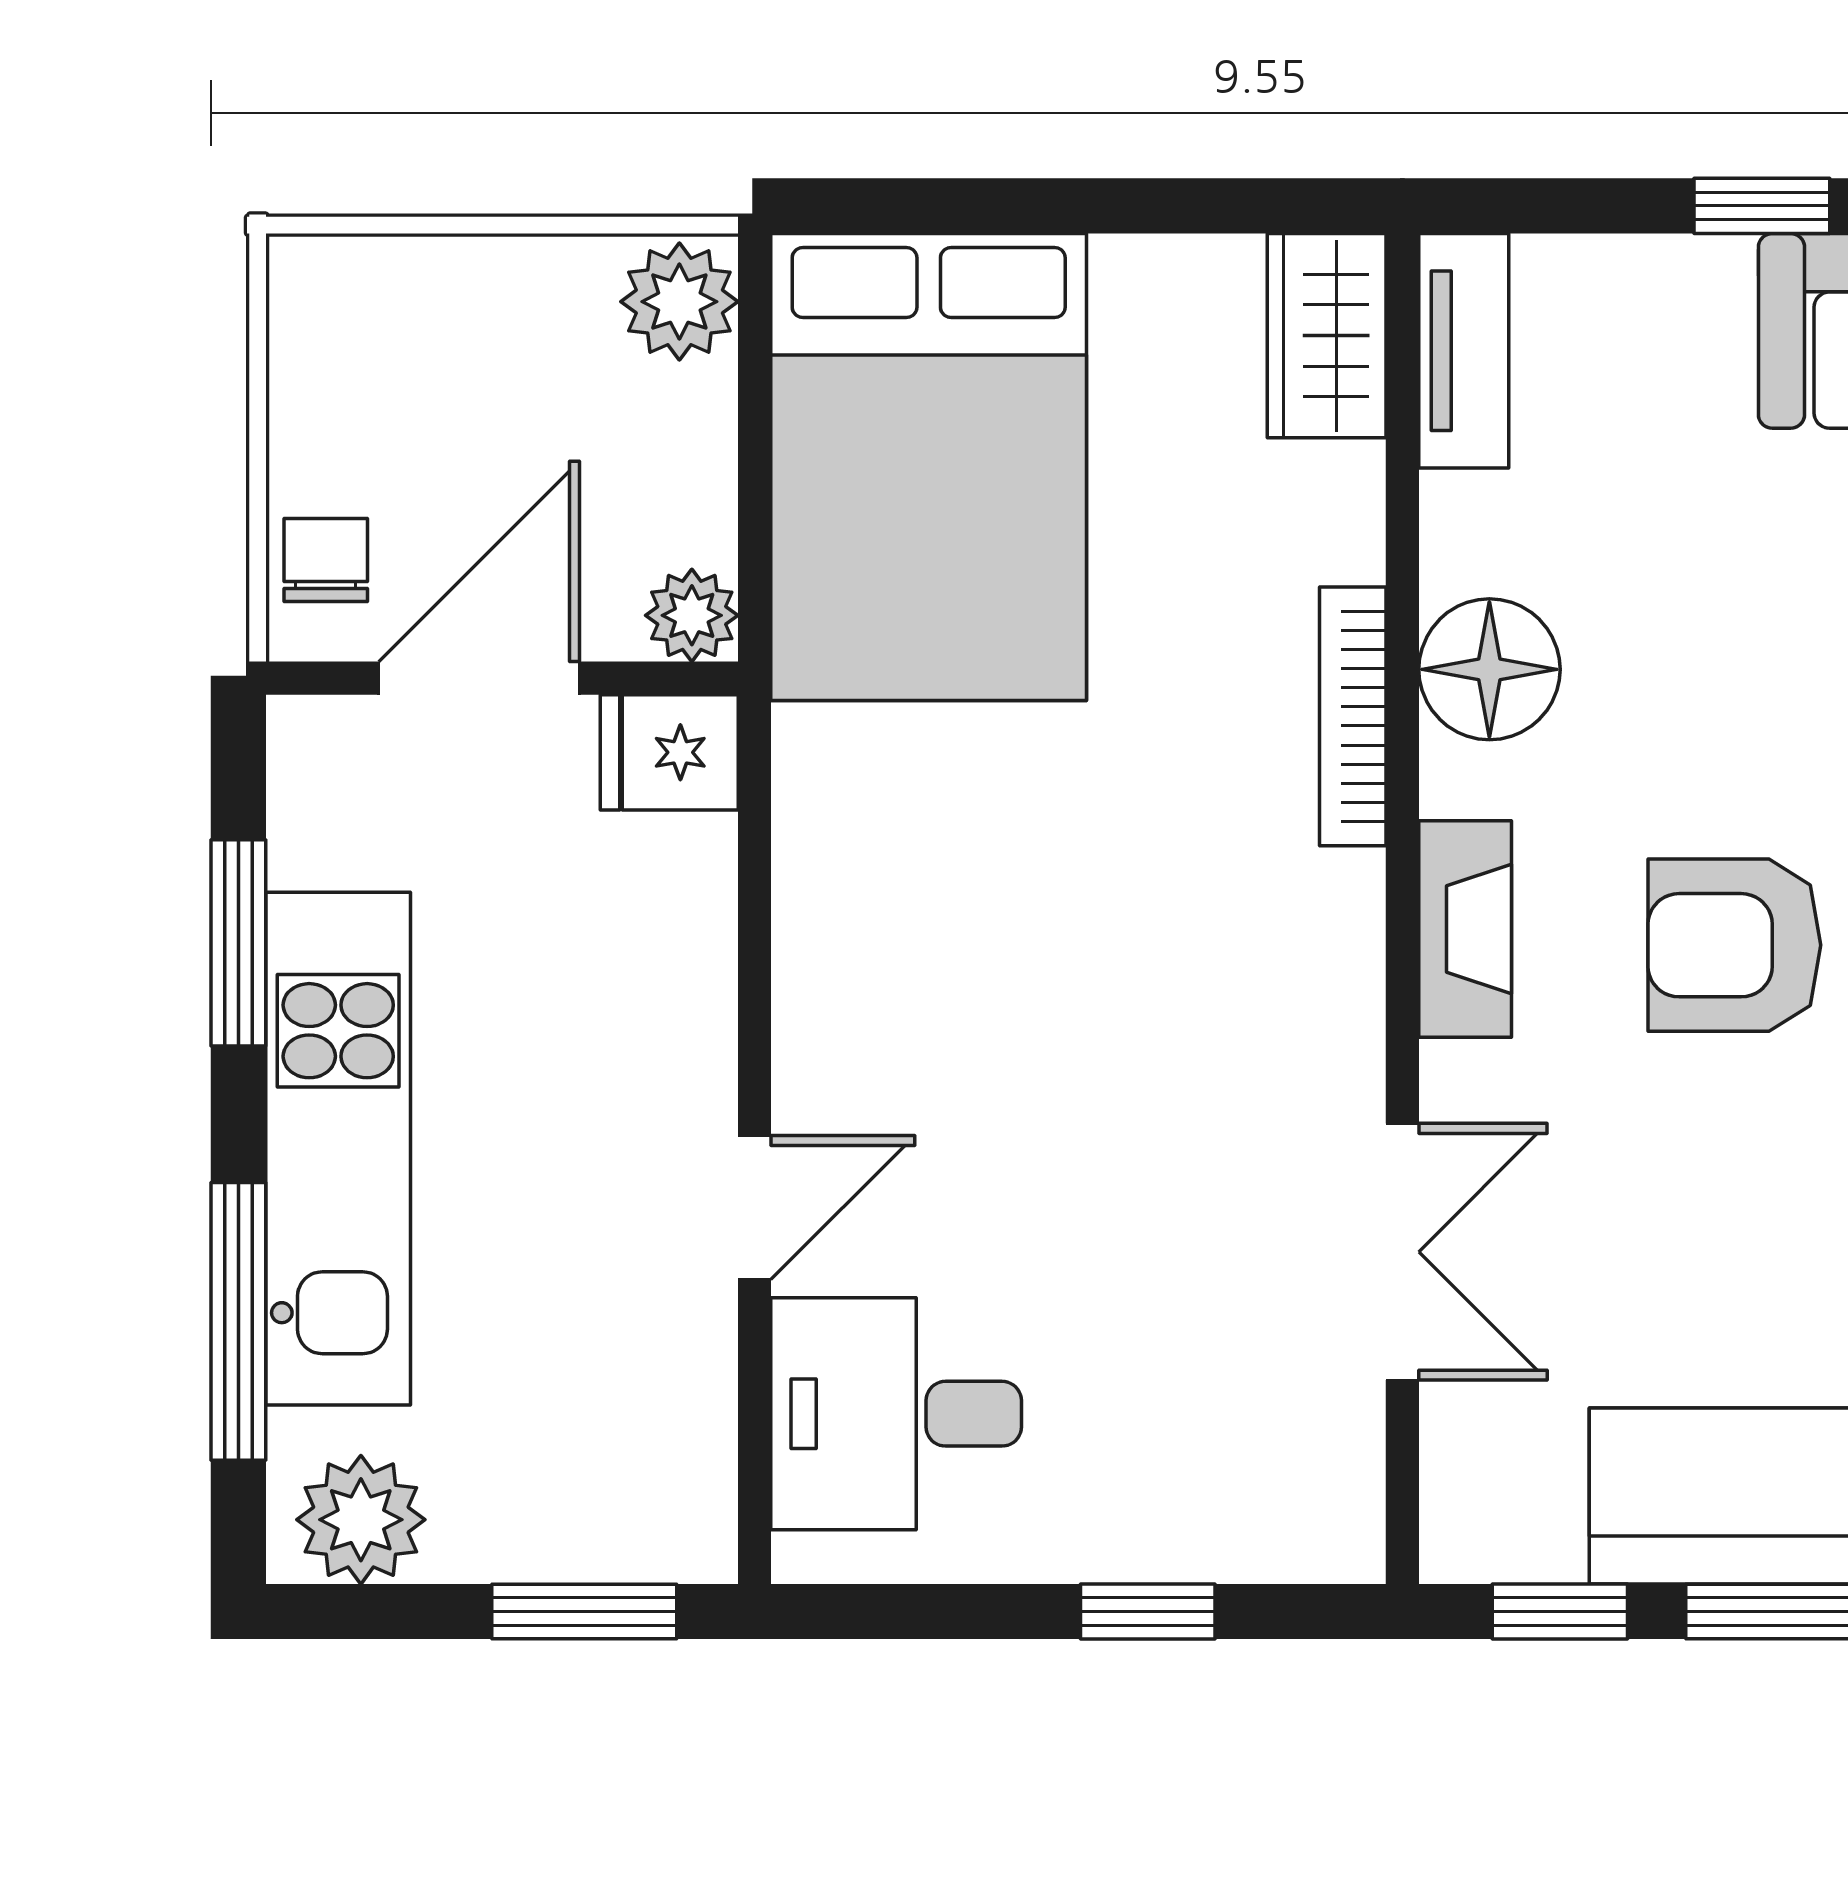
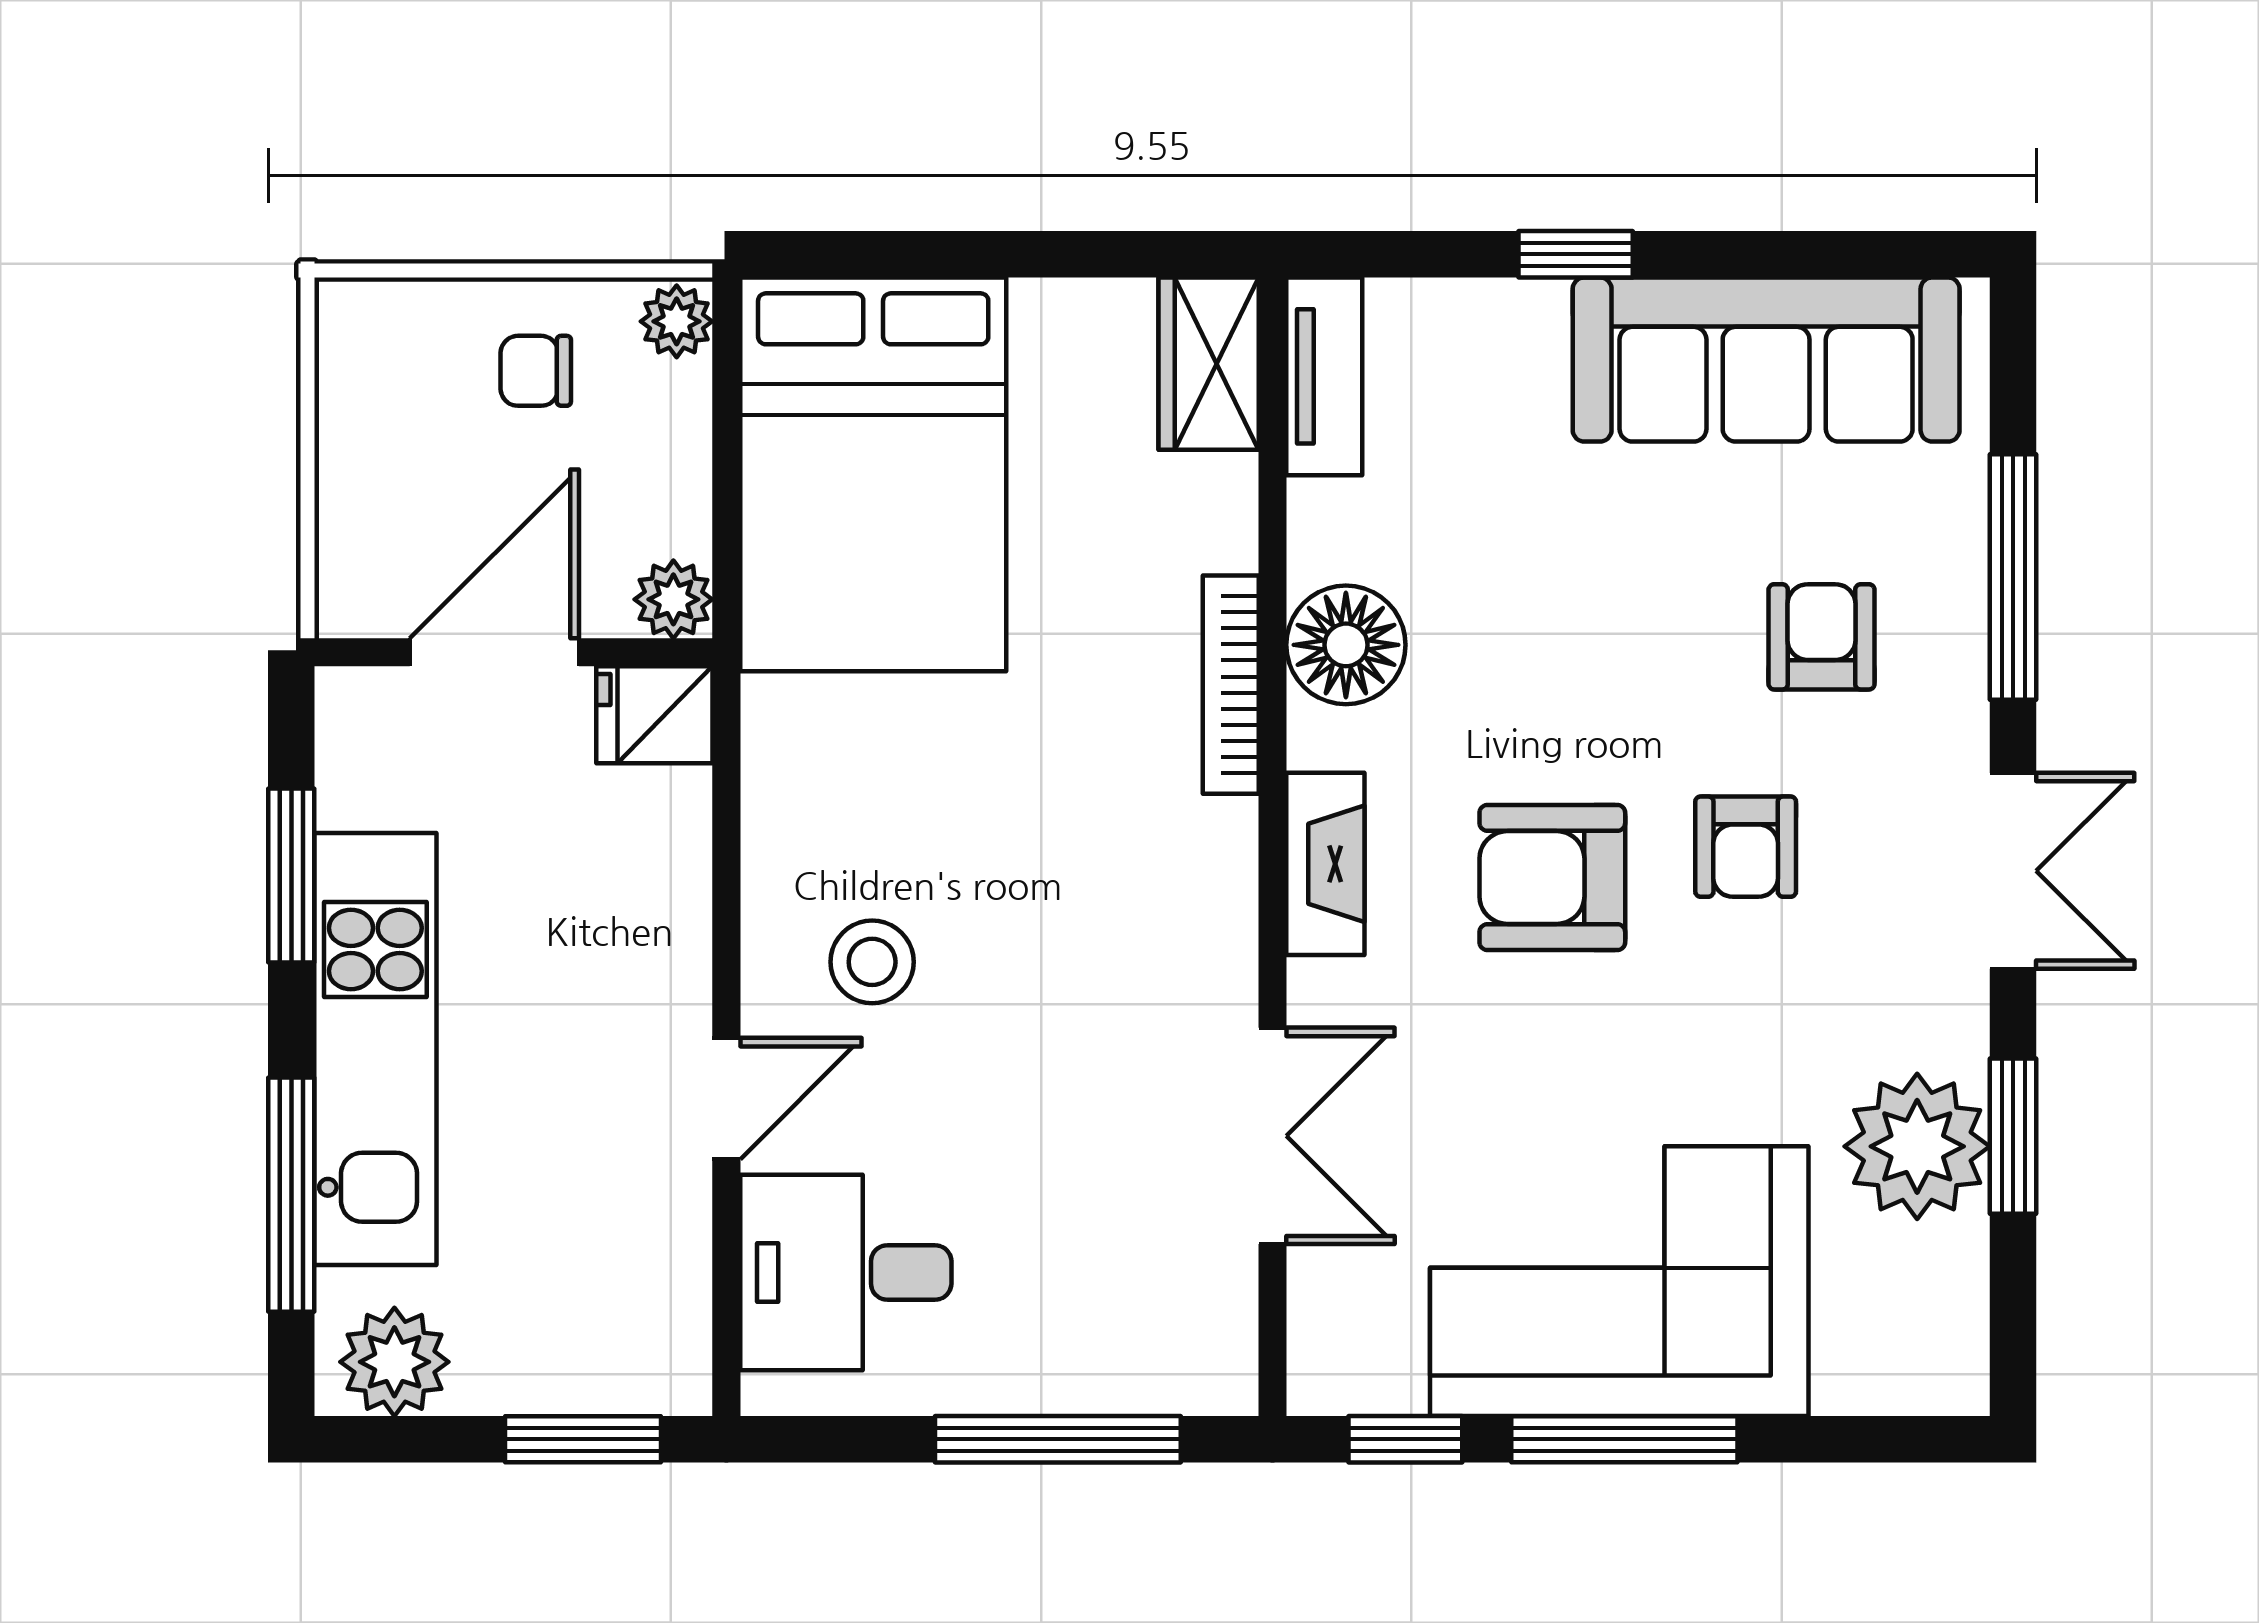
plant: (679, 302) -> (677, 321), width x0.73, depth x0.73
chair: (326, 560) -> (536, 371), moved, turned -90
stool: (927, 1045) -> (872, 962), added
window: (1148, 1611) -> (1058, 1439), width x2.17

